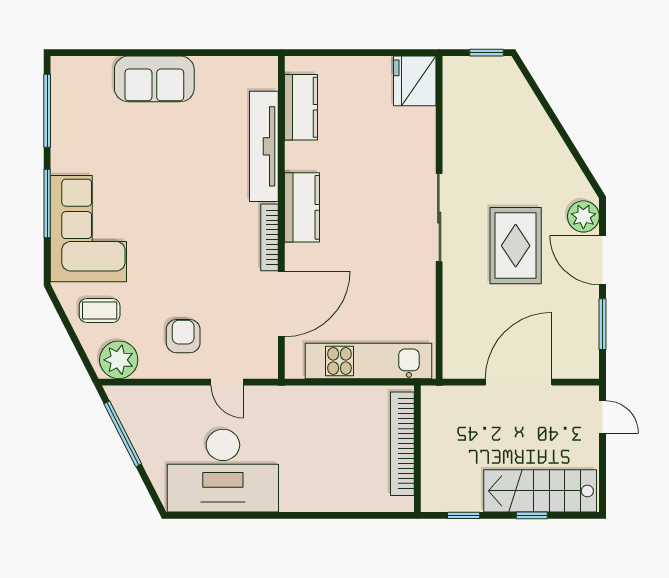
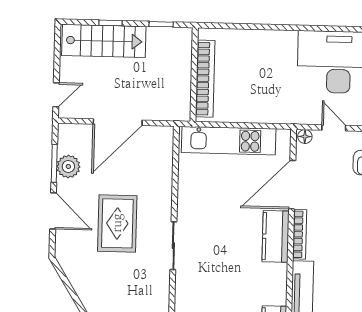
kitchen counter: (302, 207) -> (276, 236), moved
plant: (583, 216) -> (68, 167), moved
sliding door: (439, 218) -> (173, 246), width x0.73
floor lamp: (266, 369) -> (305, 137), added
door: (602, 417) -> (56, 95), swing flipped

